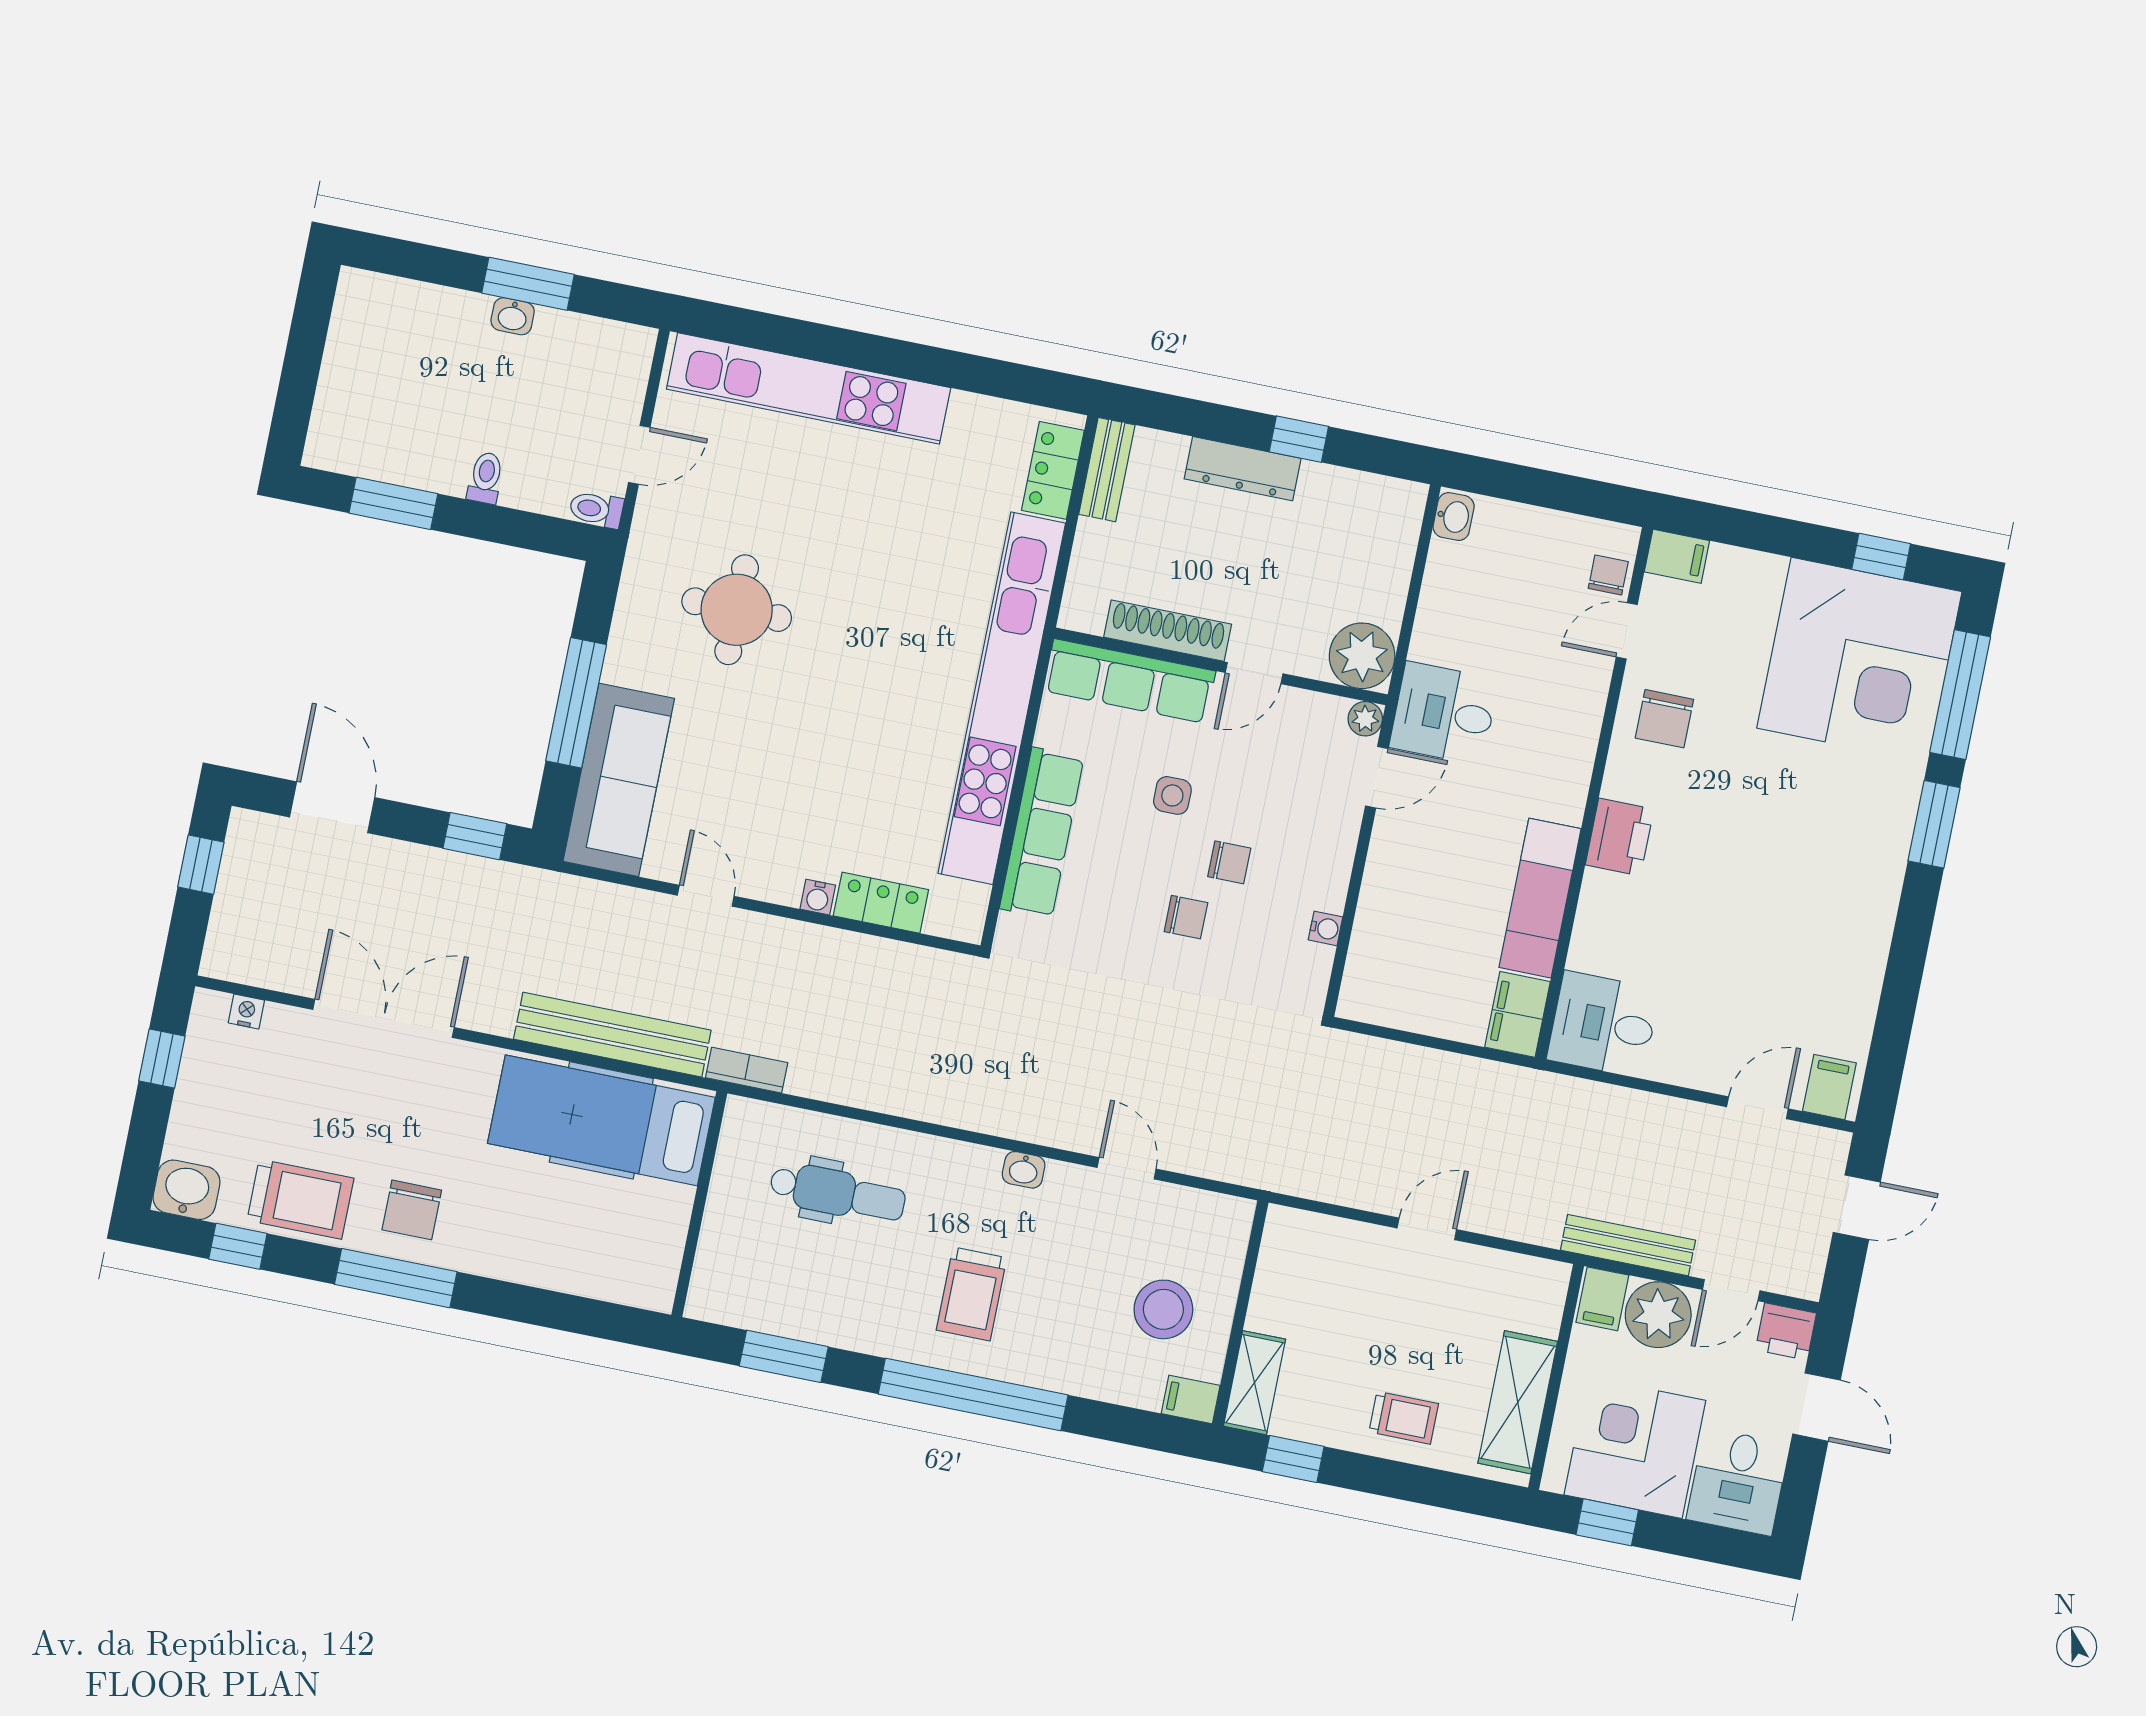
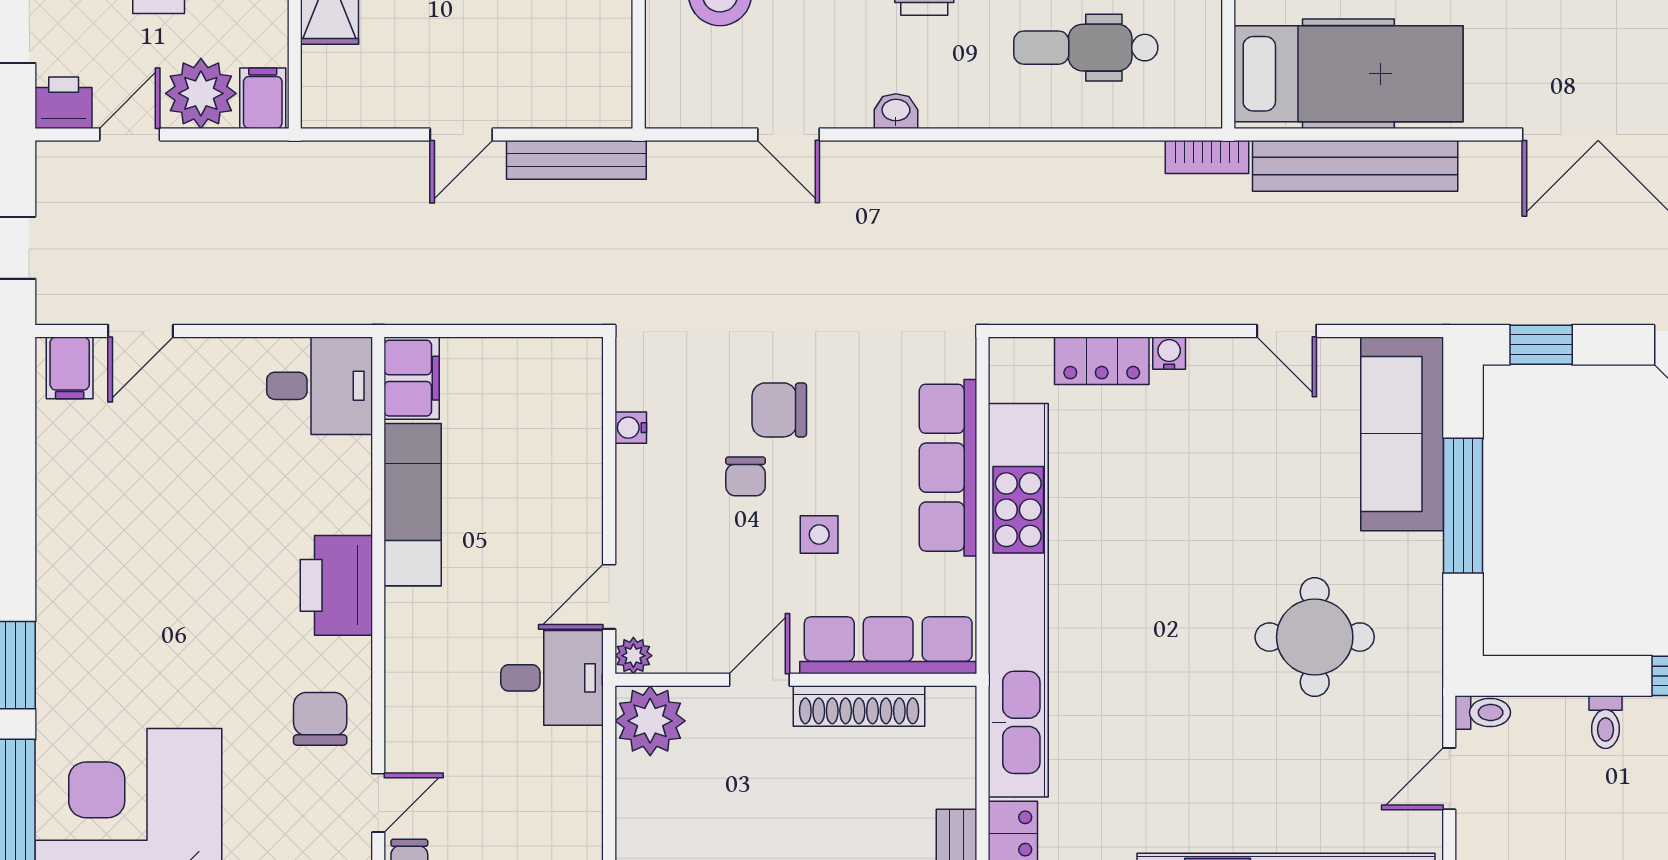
printer: (1620, 837) -> (336, 585), width x1.37, depth x1.19
chair: (1229, 862) -> (745, 476), turned -90
chair: (1186, 917) -> (779, 410), width x1.37, depth x1.37
bench: (1628, 1245) -> (576, 160), moved

